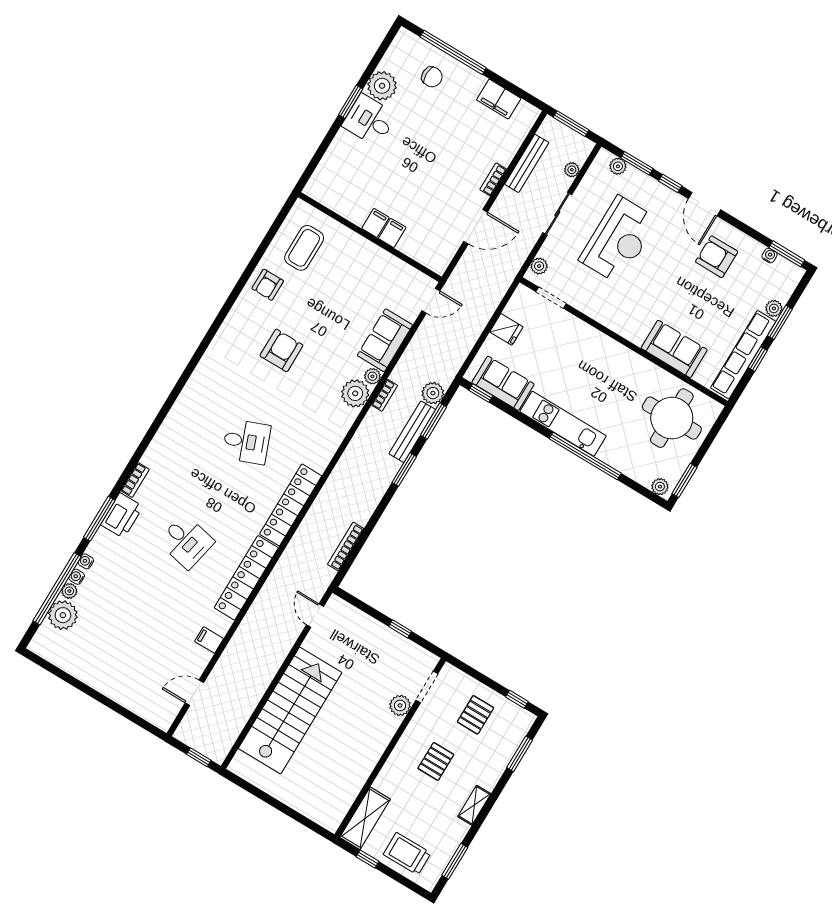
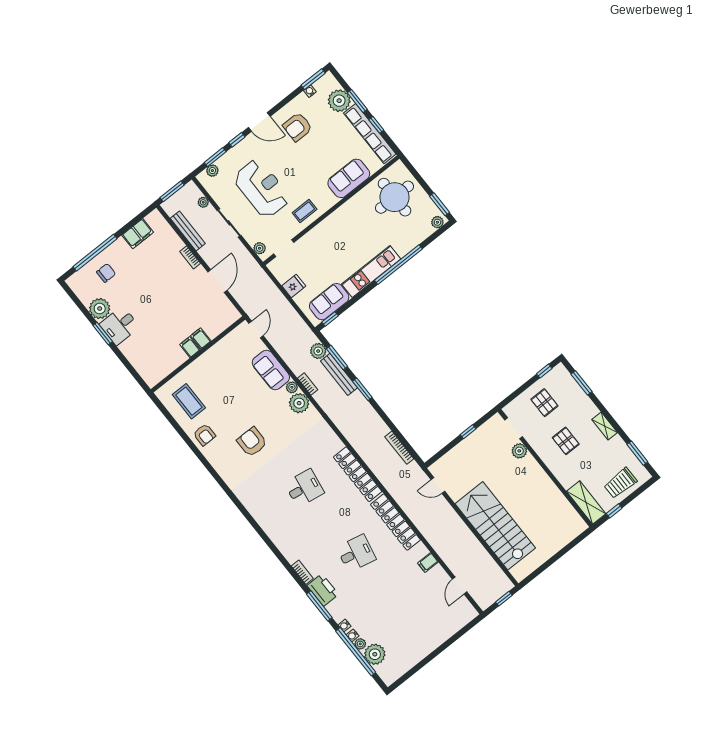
coffee table: (610, 307) -> (305, 211), added
plant: (774, 308) -> (339, 101), width x1.88, depth x1.88
desk: (246, 442) -> (304, 488), turned 30

